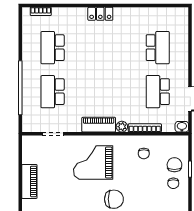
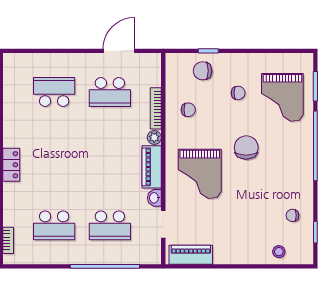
washbasin: (182, 127) -> (154, 198), moved
piano: (29, 181) -> (191, 255), moved
chair: (173, 183) -> (238, 93), moved

